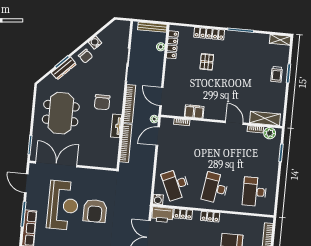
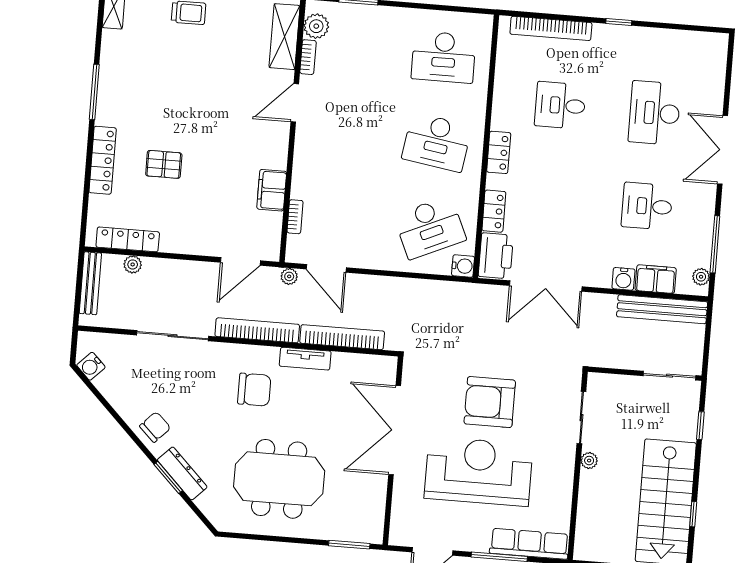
water cooler: (95, 43) -> (91, 366), moved
double door: (56, 164) -> (395, 430), moved
armchair: (95, 211) -> (490, 402), turned 180

